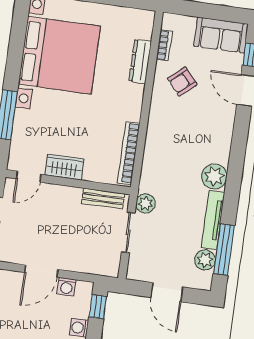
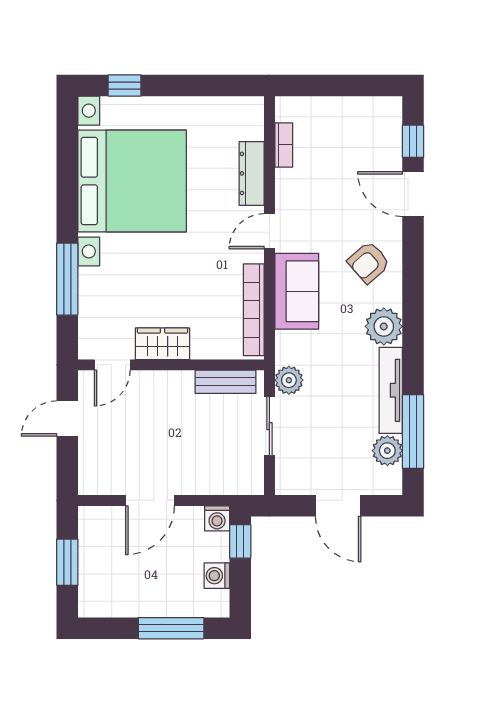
sofa: (221, 35) -> (297, 291), moved, turned -90
armchair: (182, 82) -> (369, 262), moved
door: (147, 102) -> (269, 231), added
washing machine: (67, 287) -> (217, 518), moved

